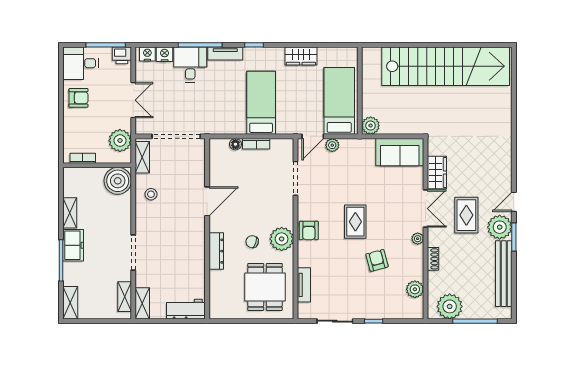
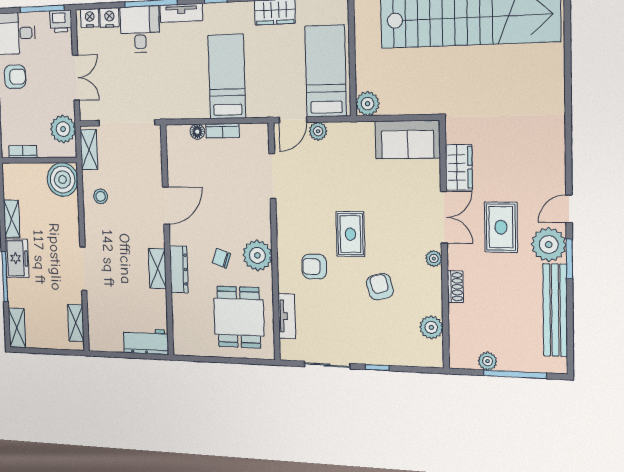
armchair: (309, 230) -> (314, 267), moved, turned 90
shelving: (142, 303) -> (157, 268), moved
plant: (450, 306) -> (488, 361), width x0.53, depth x0.53

